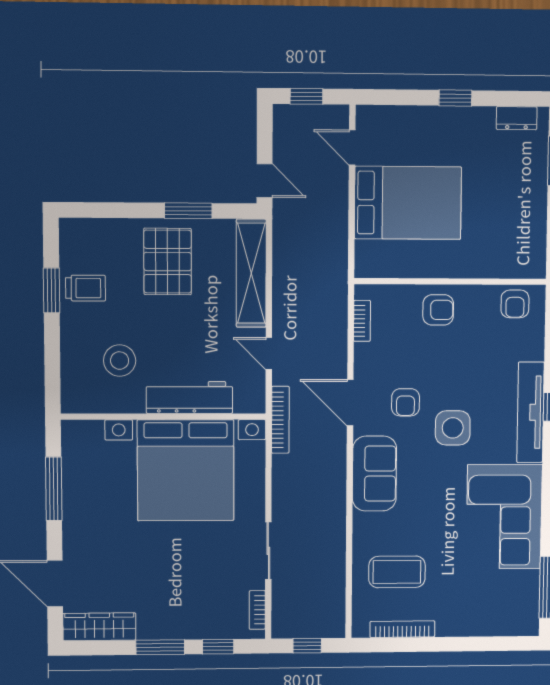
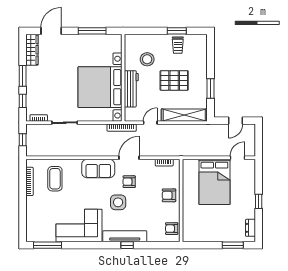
window: (306, 96) -> (259, 138), removed
door: (265, 181) -> (236, 121), moved
pallet: (168, 262) -> (174, 80), moved
armchair: (438, 310) -> (169, 195), turned 90

